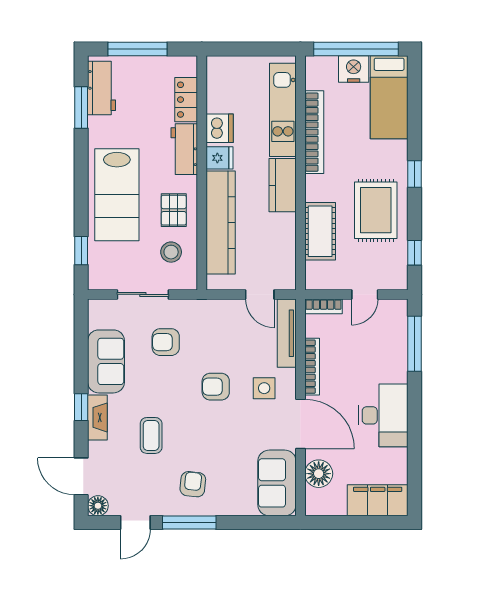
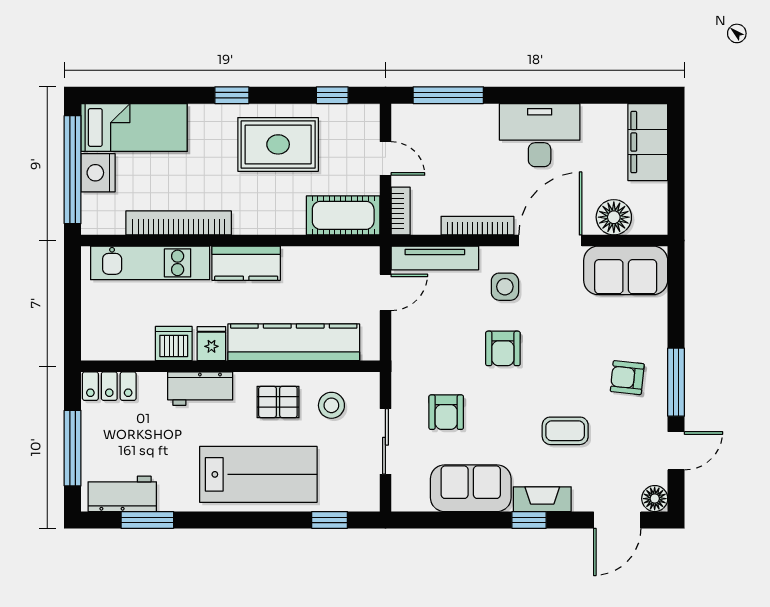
locker: (186, 100) -> (109, 386), moved
cot: (320, 231) -> (343, 215), moved
door: (135, 523) -> (676, 451), hinge flipped

